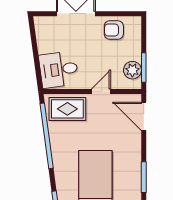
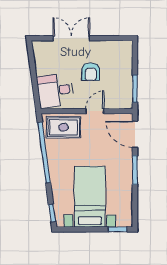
armchair: (114, 30) -> (91, 72), moved, turned -90
plant: (132, 70) -> (124, 91), removed
window: (144, 177) -> (135, 170), moved

